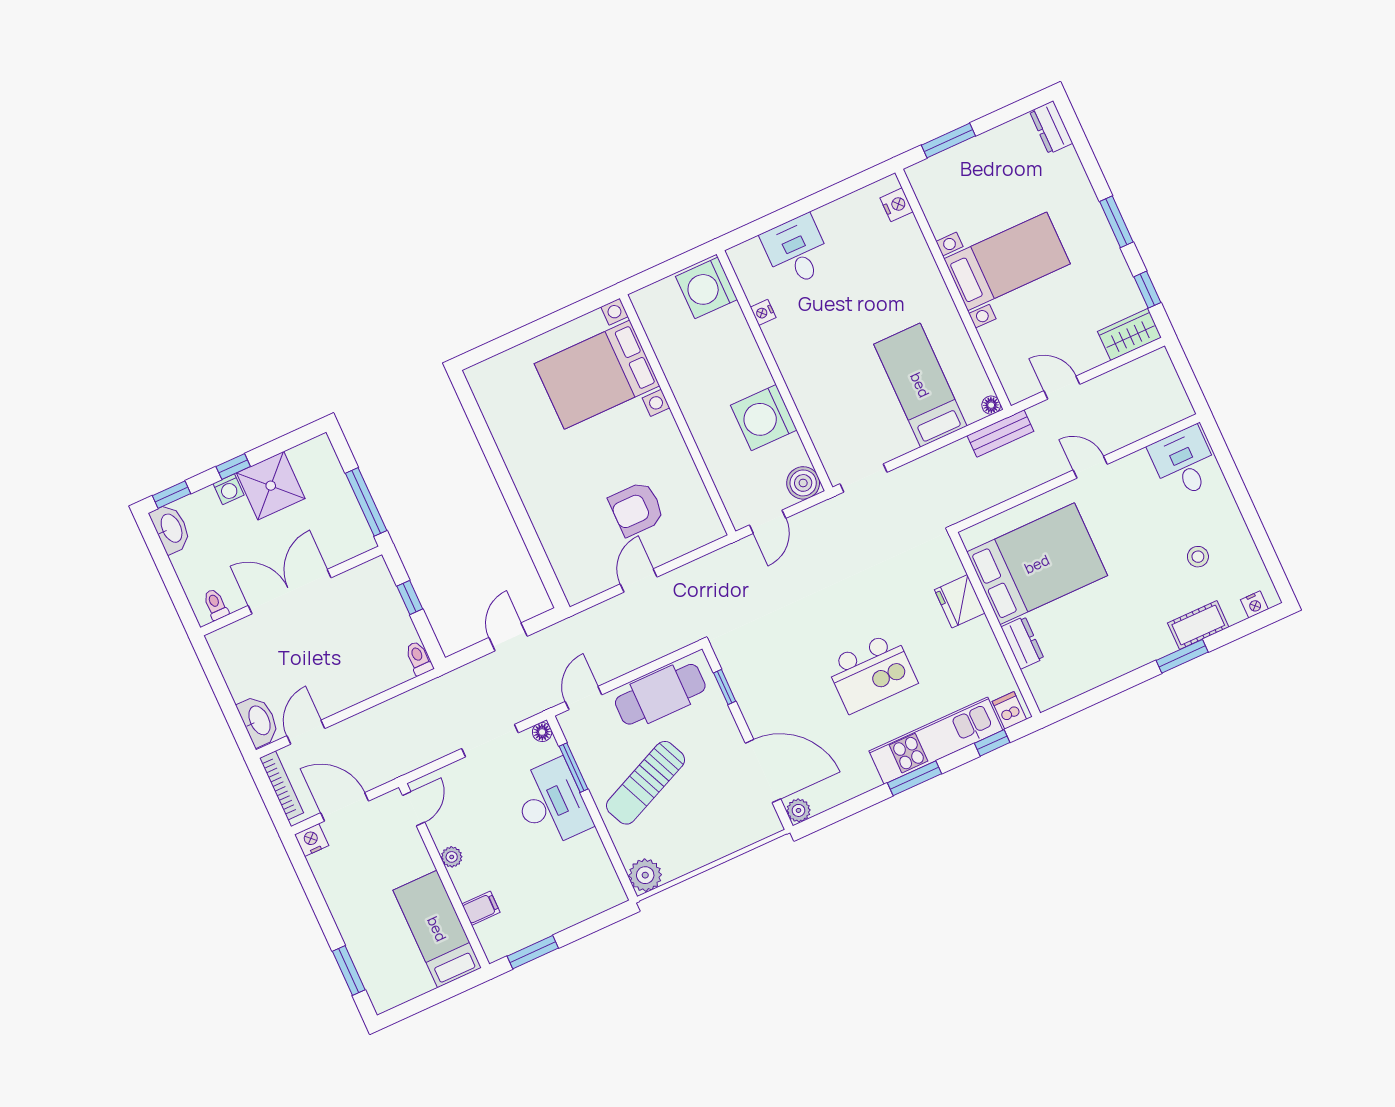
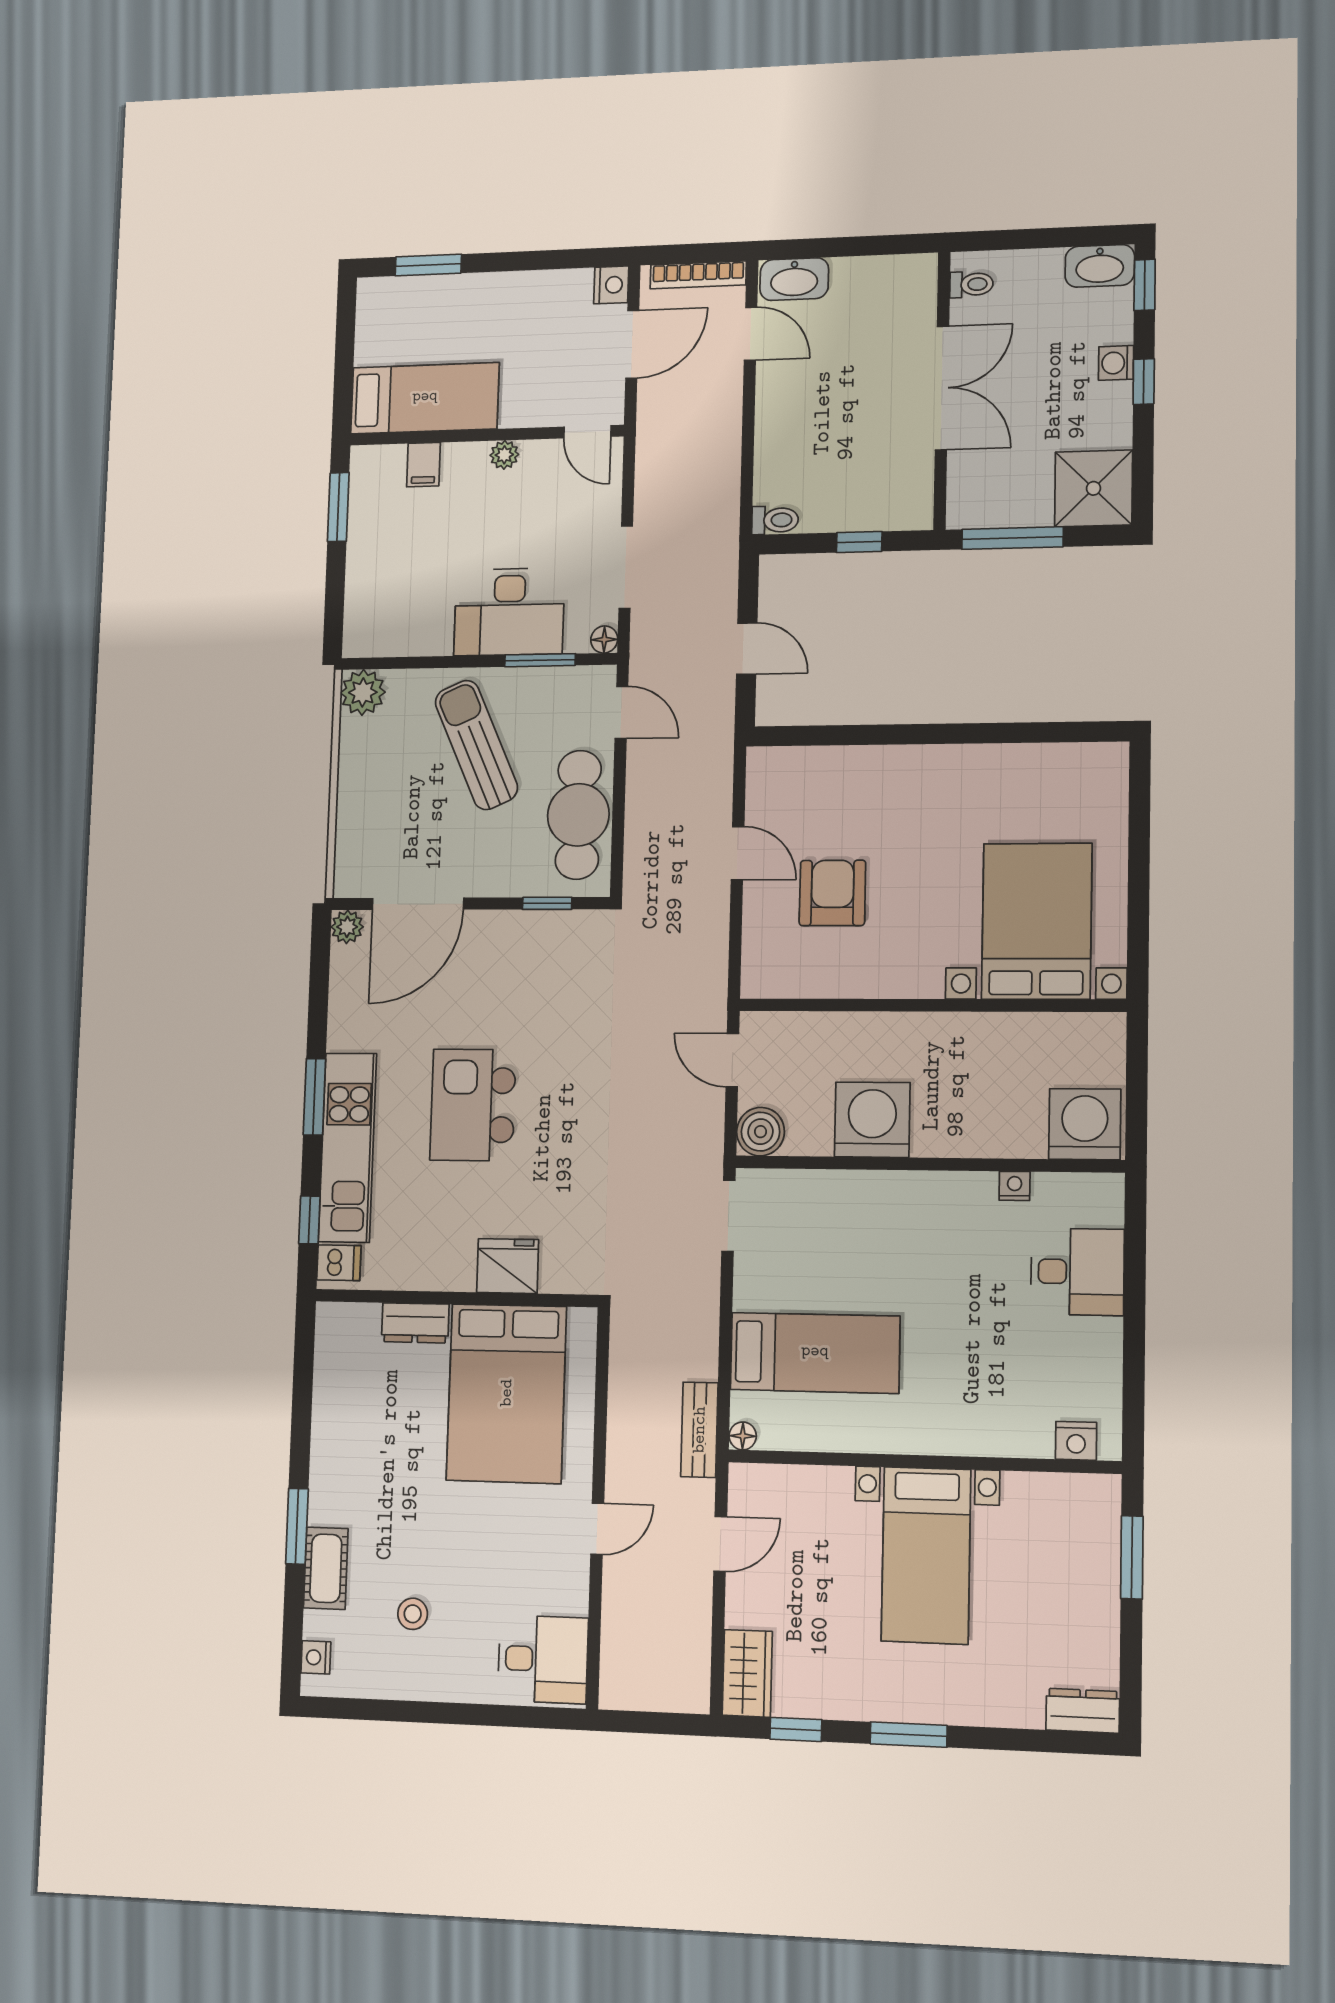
shower: (271, 486) -> (1093, 488), moved

